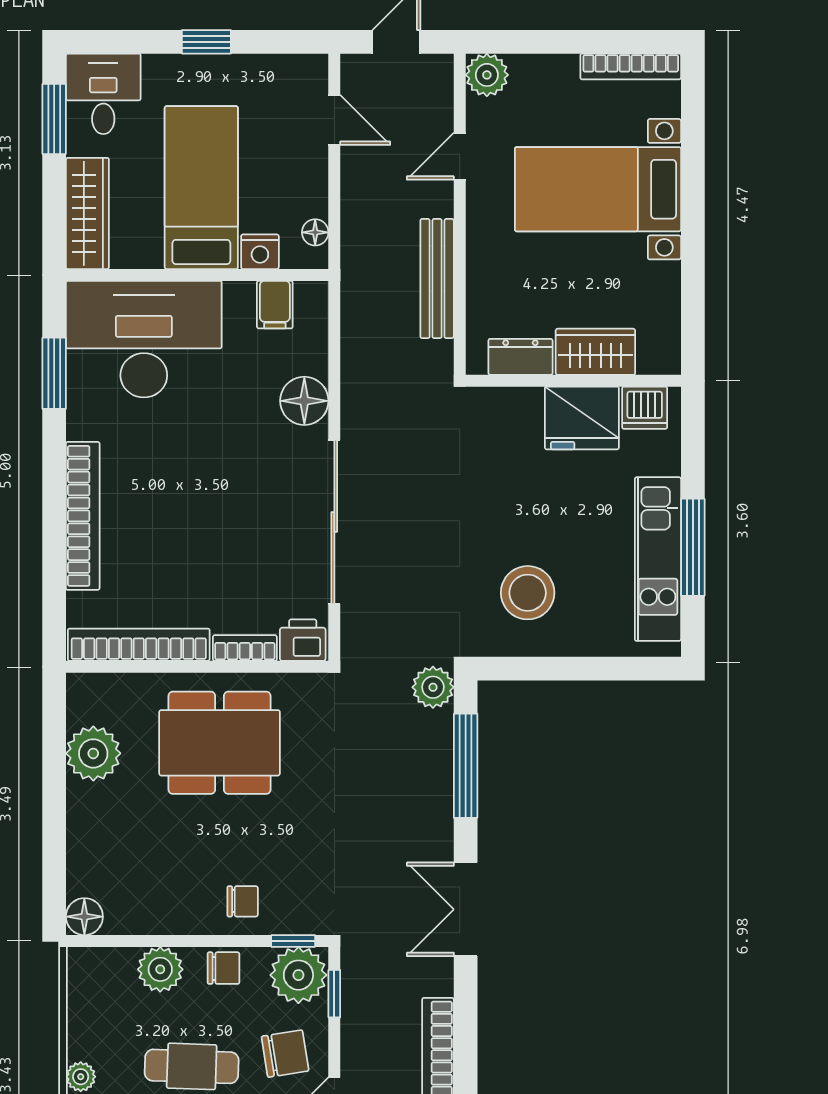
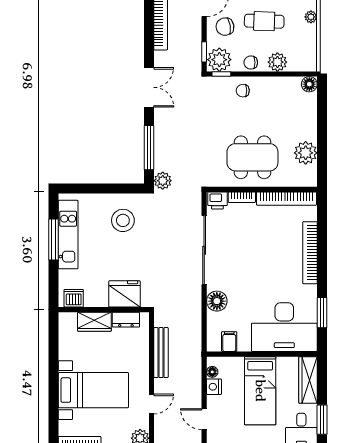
nightstand: (260, 252) -> (214, 387), moved, turned -90
fridge: (582, 418) -> (125, 294), moved

